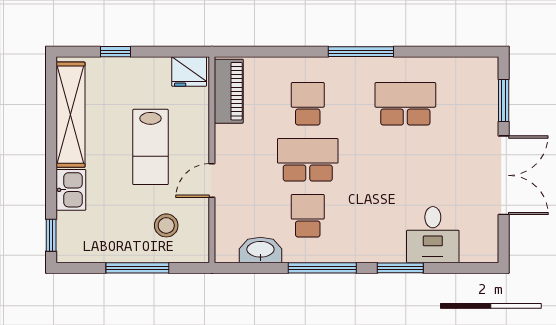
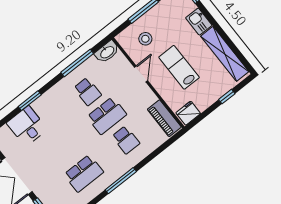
washbasin: (260, 250) -> (107, 52), moved
window: (322, 268) -> (77, 63), moved

